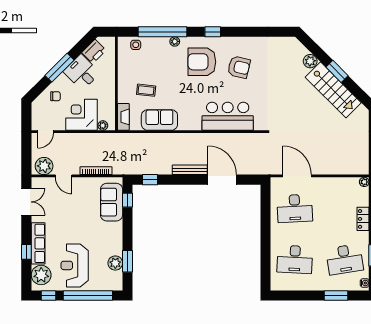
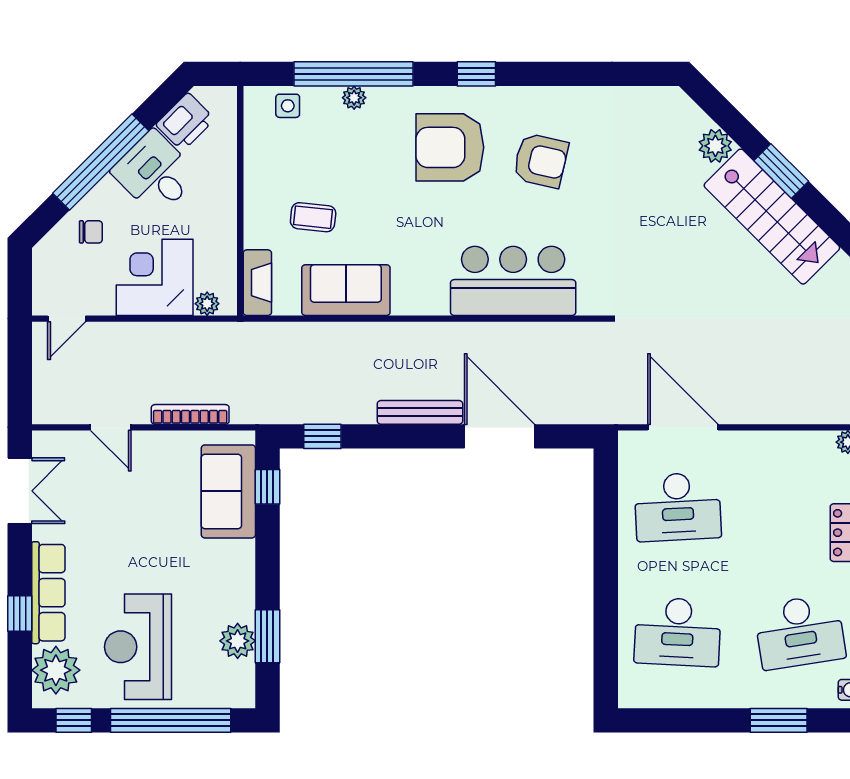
plant: (175, 41) -> (354, 98), moved
window: (59, 68) -> (101, 162), width x1.46
plant: (44, 166) -> (63, 403), removed

